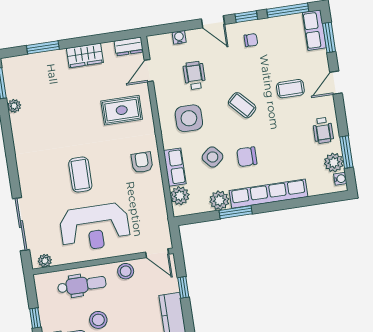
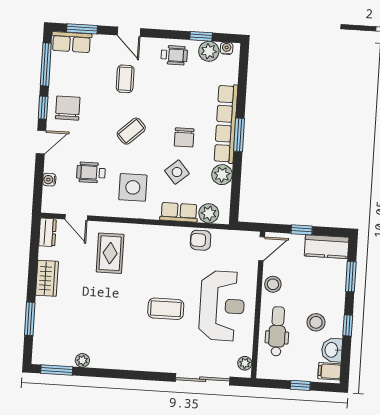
chair: (251, 40) -> (68, 108), width x1.87, depth x1.87
window: (346, 152) -> (201, 36), width x0.67
armchair: (142, 162) -> (201, 240), moved
window: (236, 212) -> (239, 135), moved

